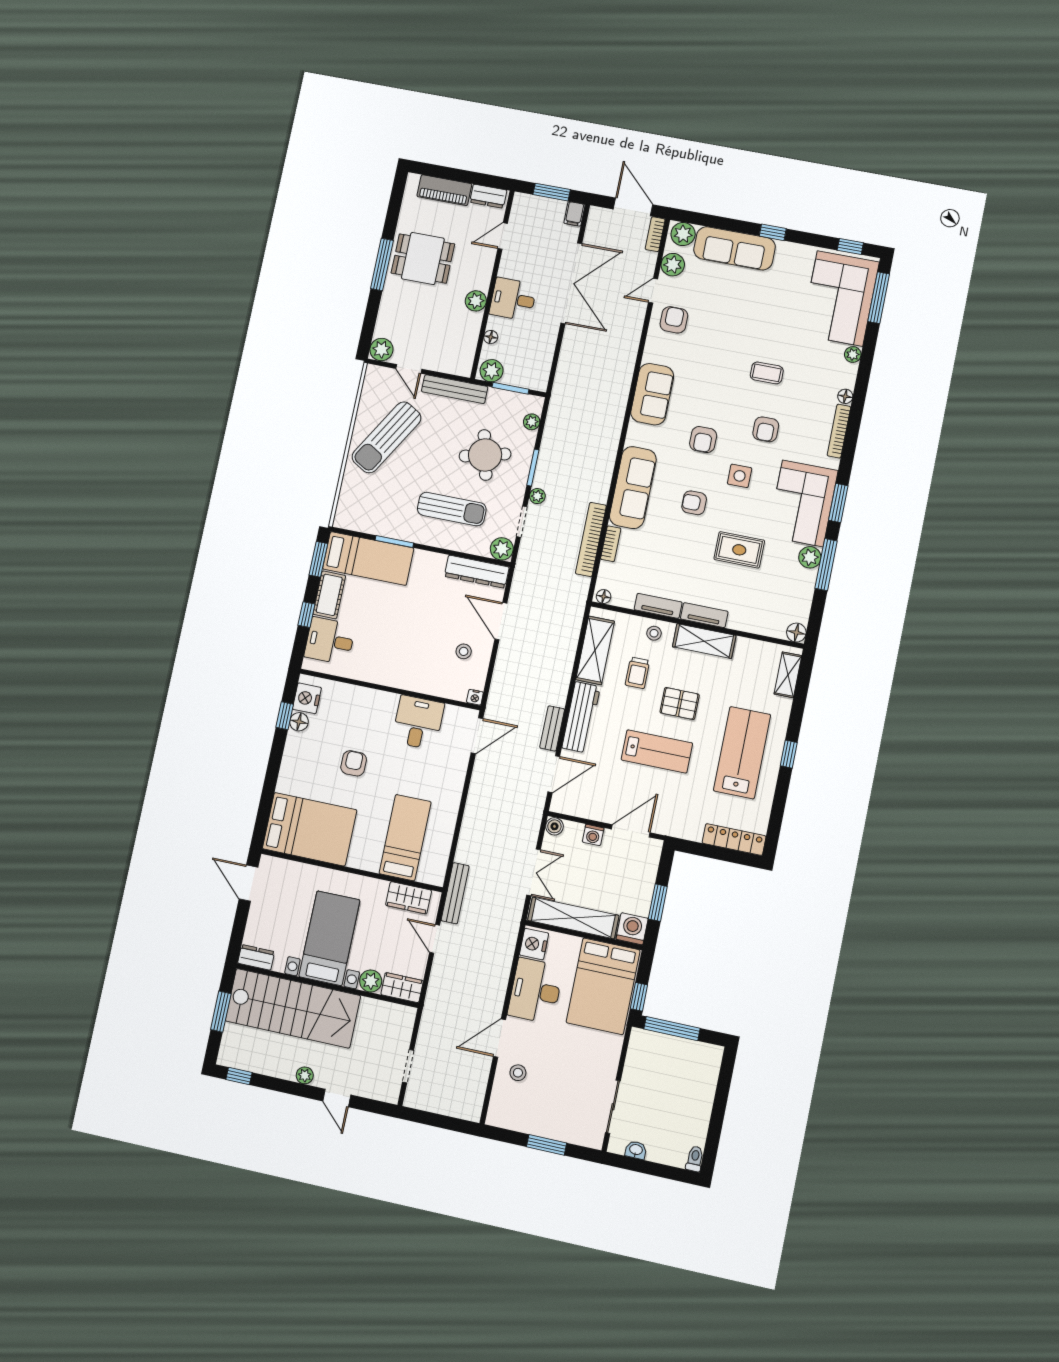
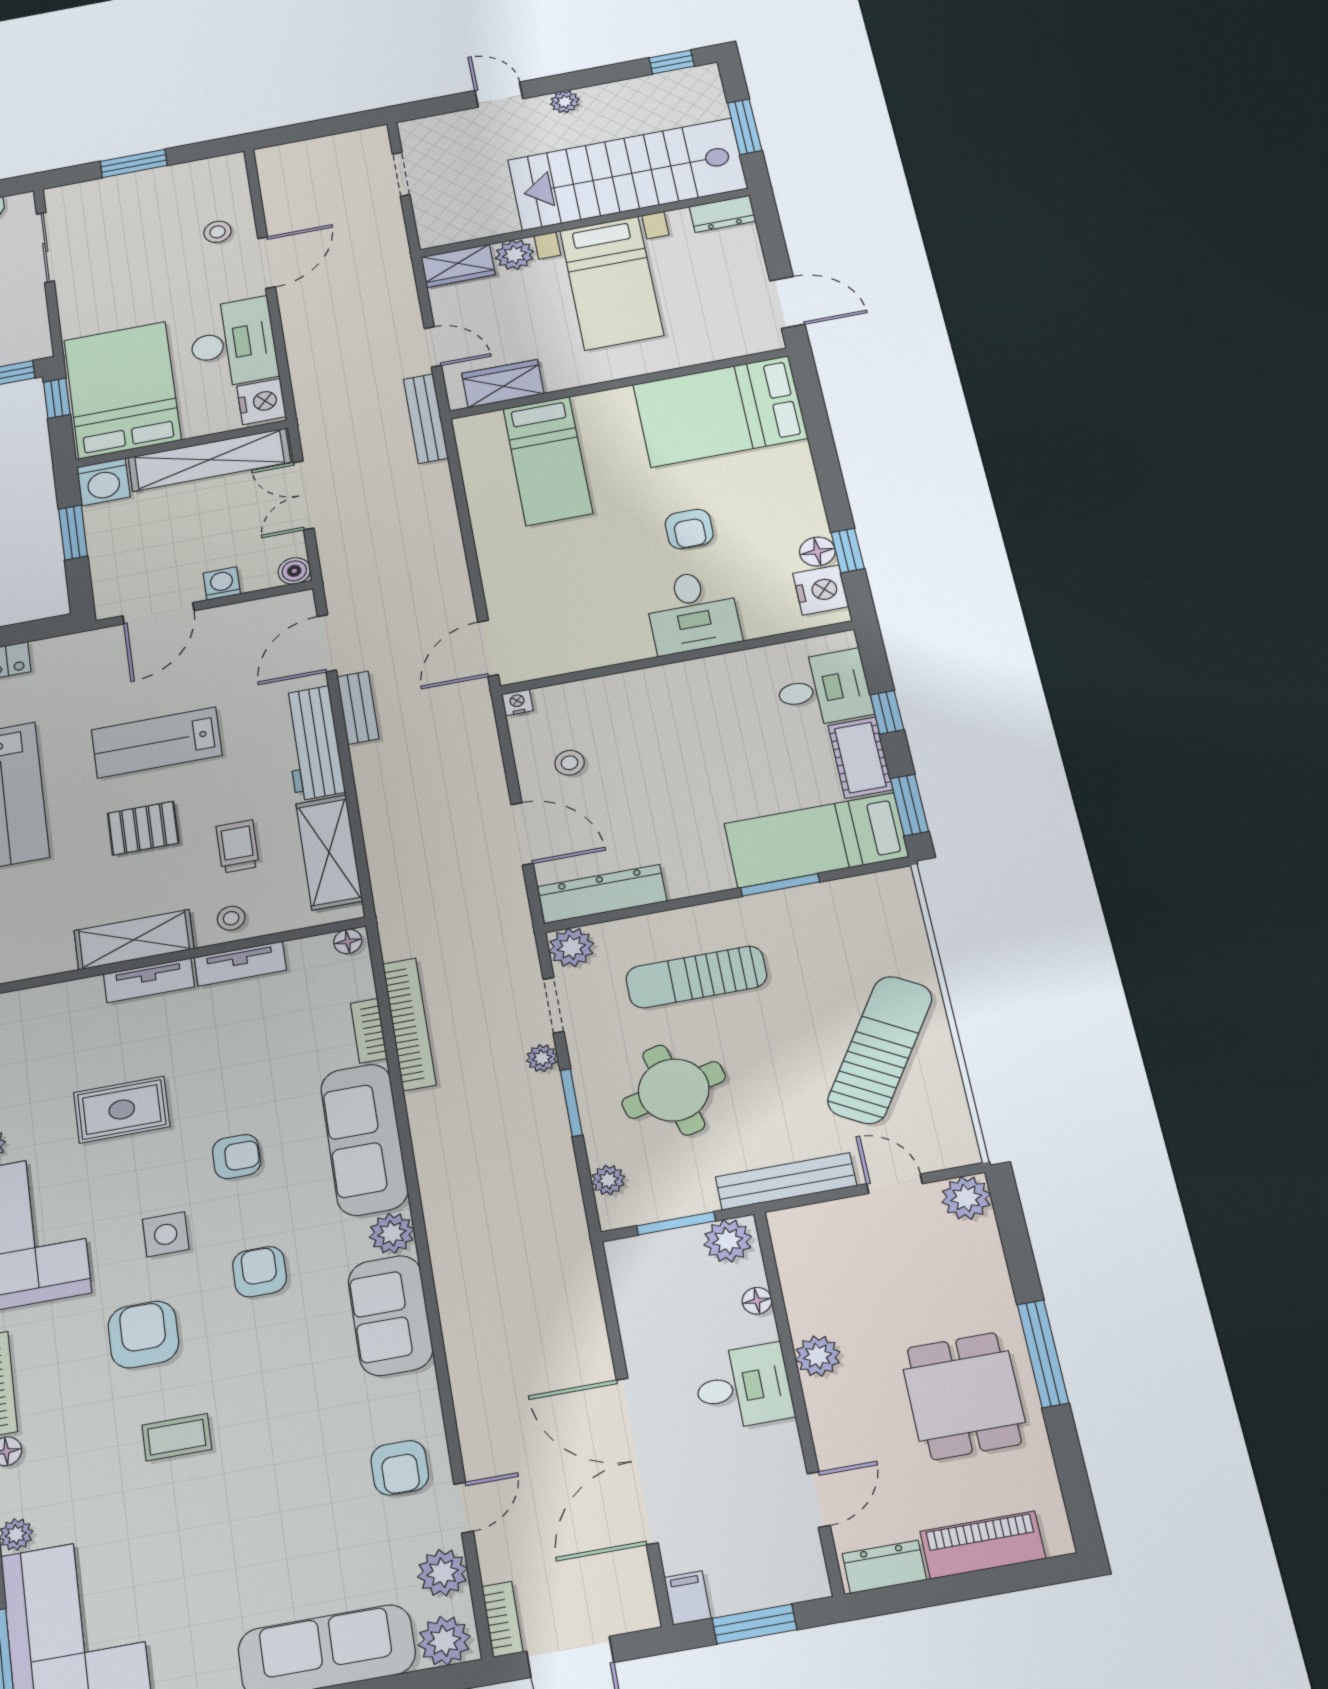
dining table: (423, 259) -> (964, 1396), turned 90
armchair: (766, 429) -> (143, 1335), width x1.38, depth x1.38
plant: (637, 435) -> (392, 1233), added
desk: (418, 723) -> (693, 612), moved

